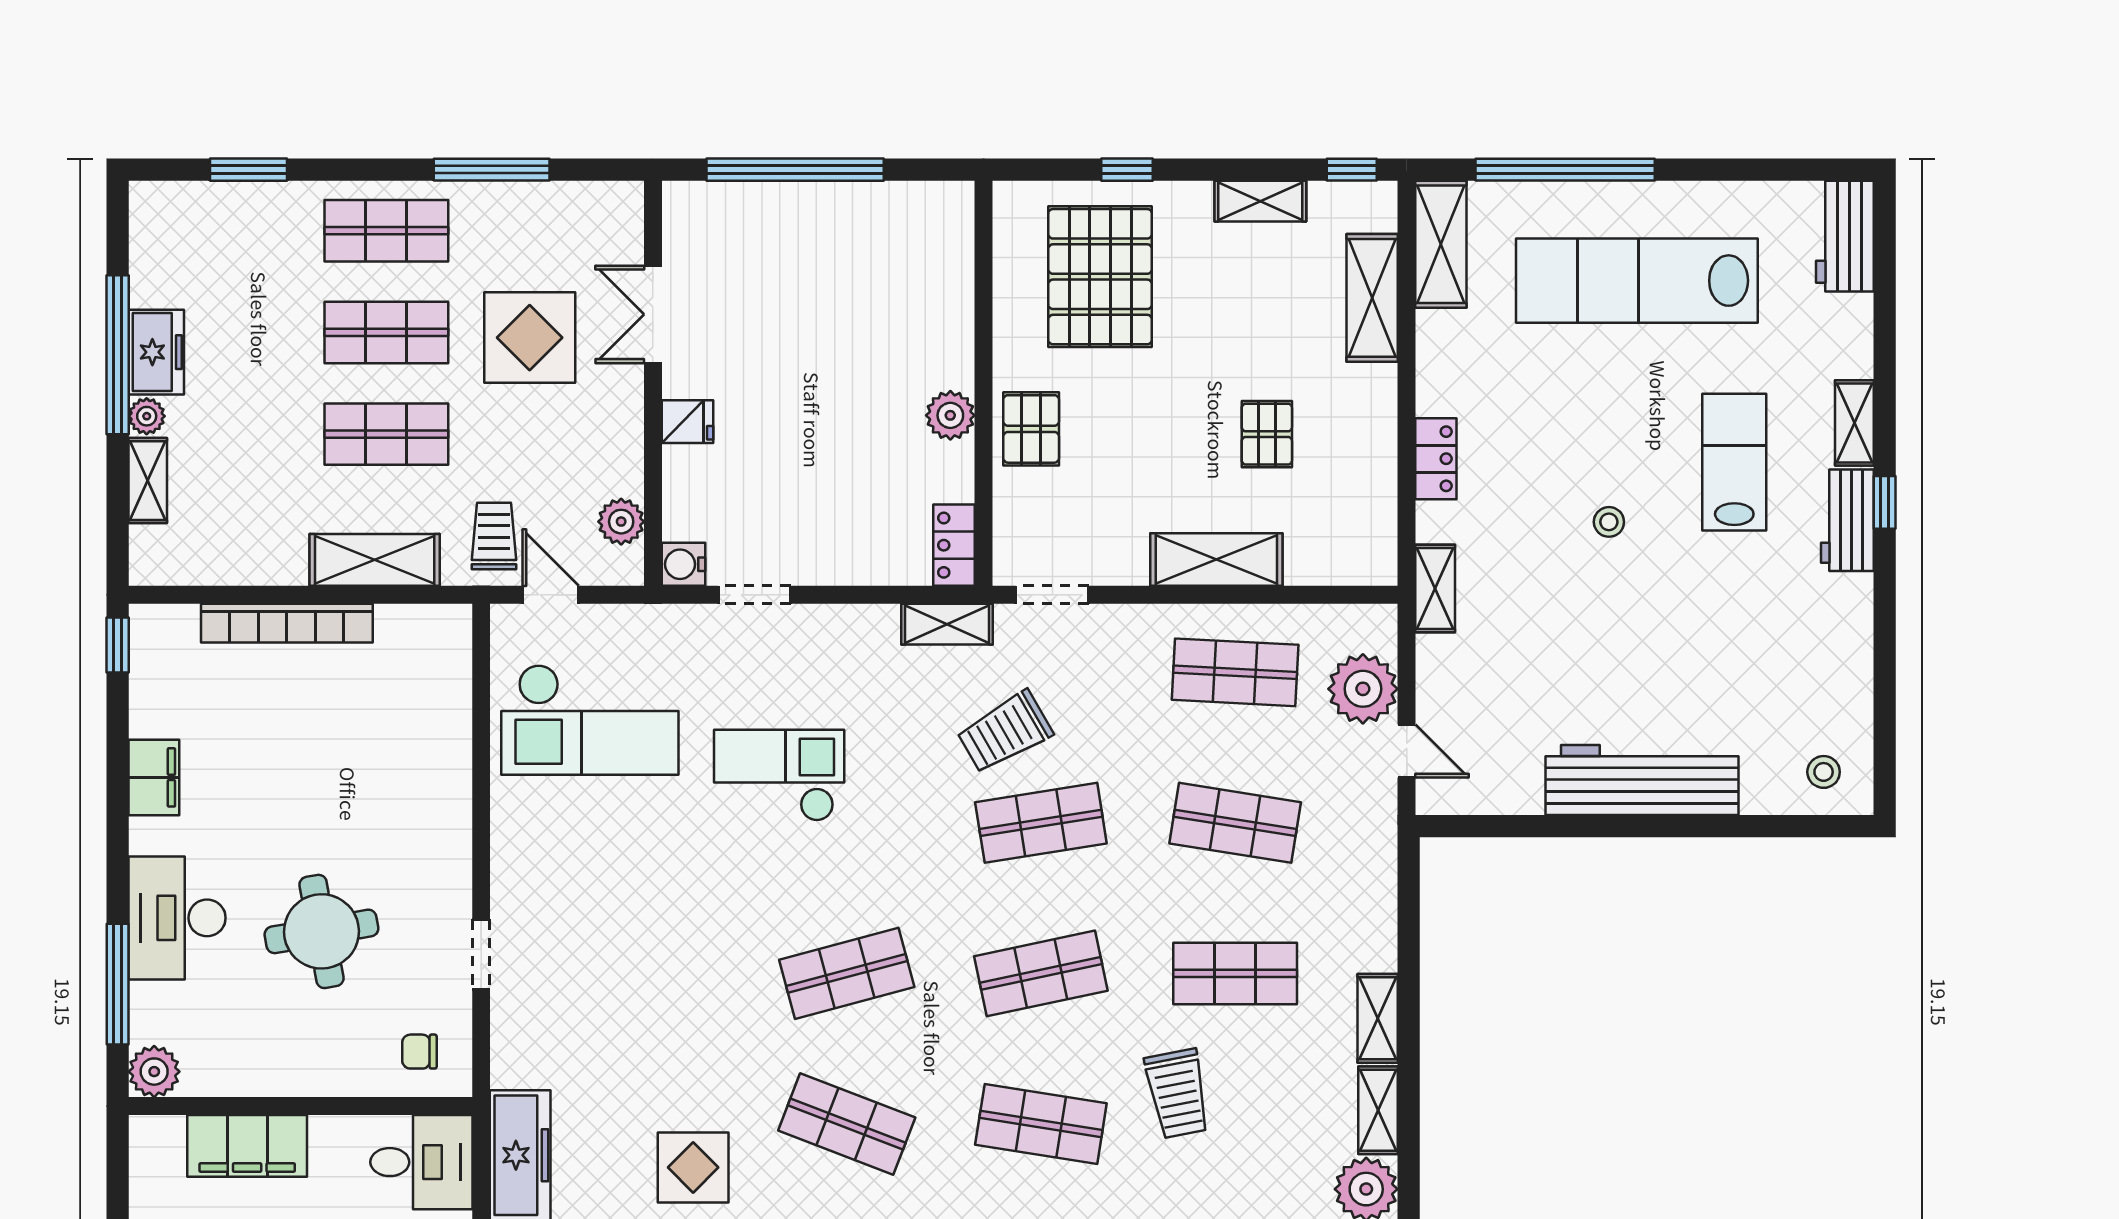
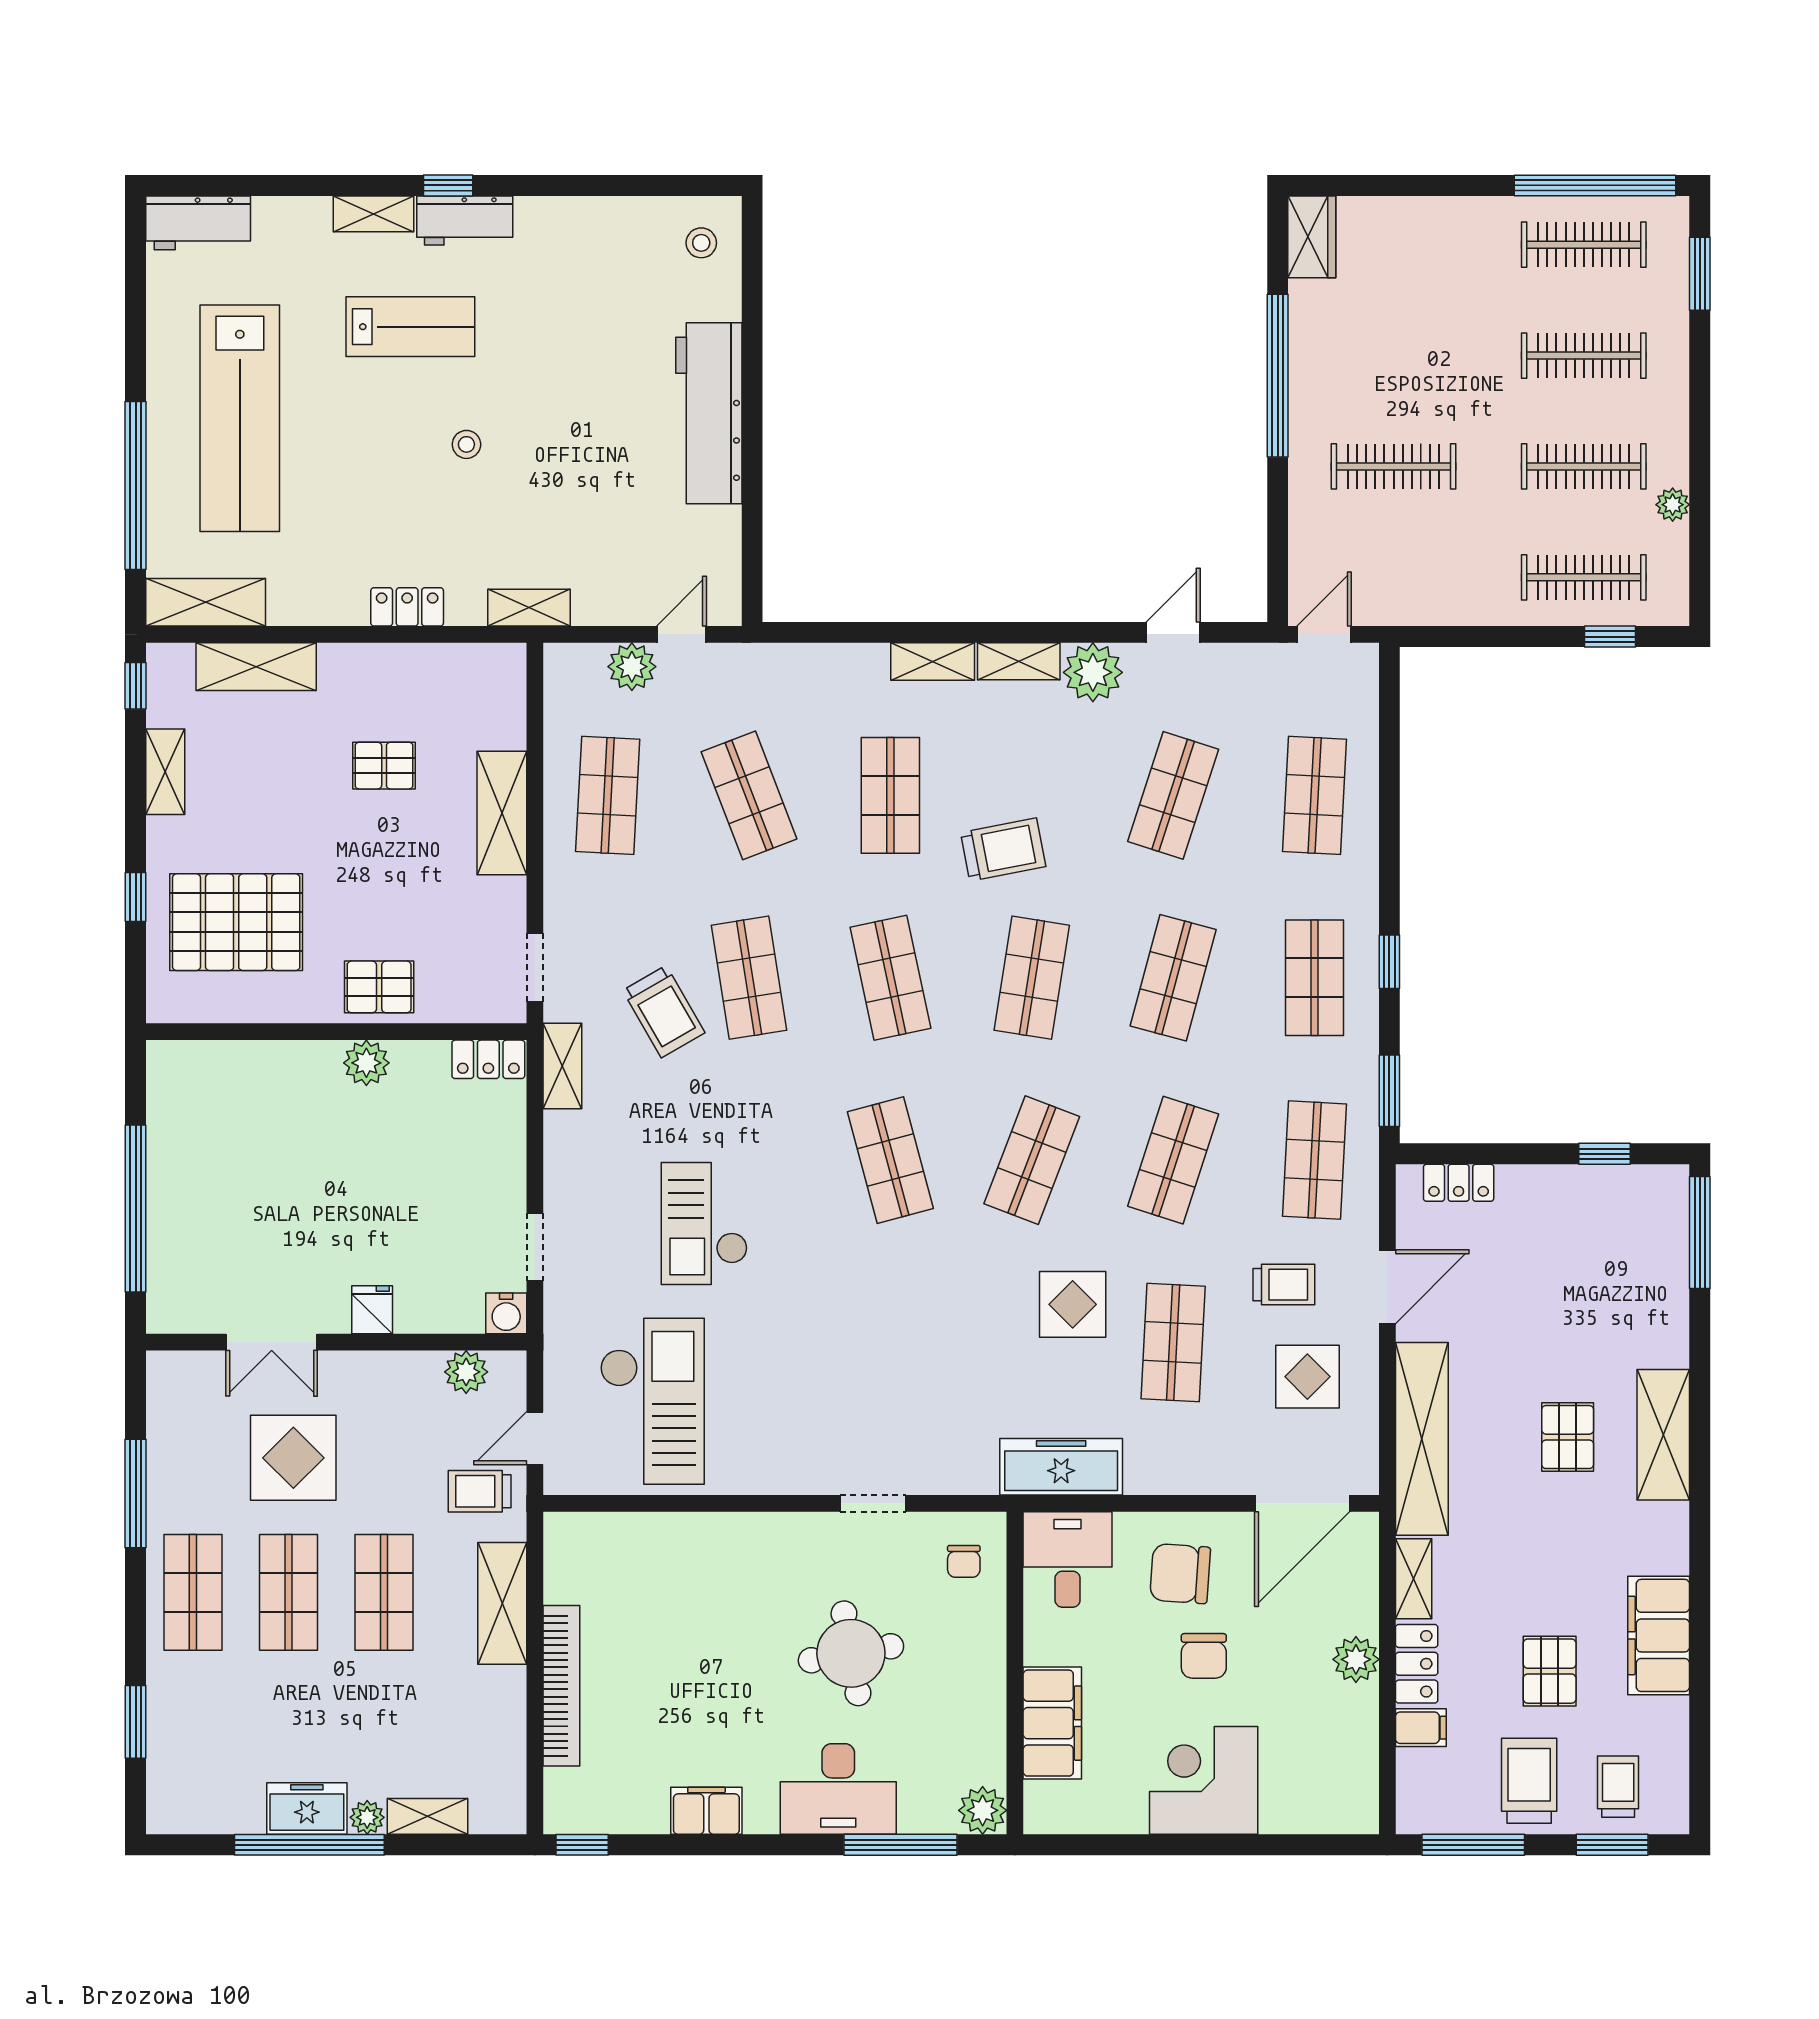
lab bench: (1734, 462) -> (410, 327), turned 180
plant: (1363, 689) -> (632, 667), width x0.73, depth x0.73
shop shelf: (1235, 823) -> (749, 795), turned -30

